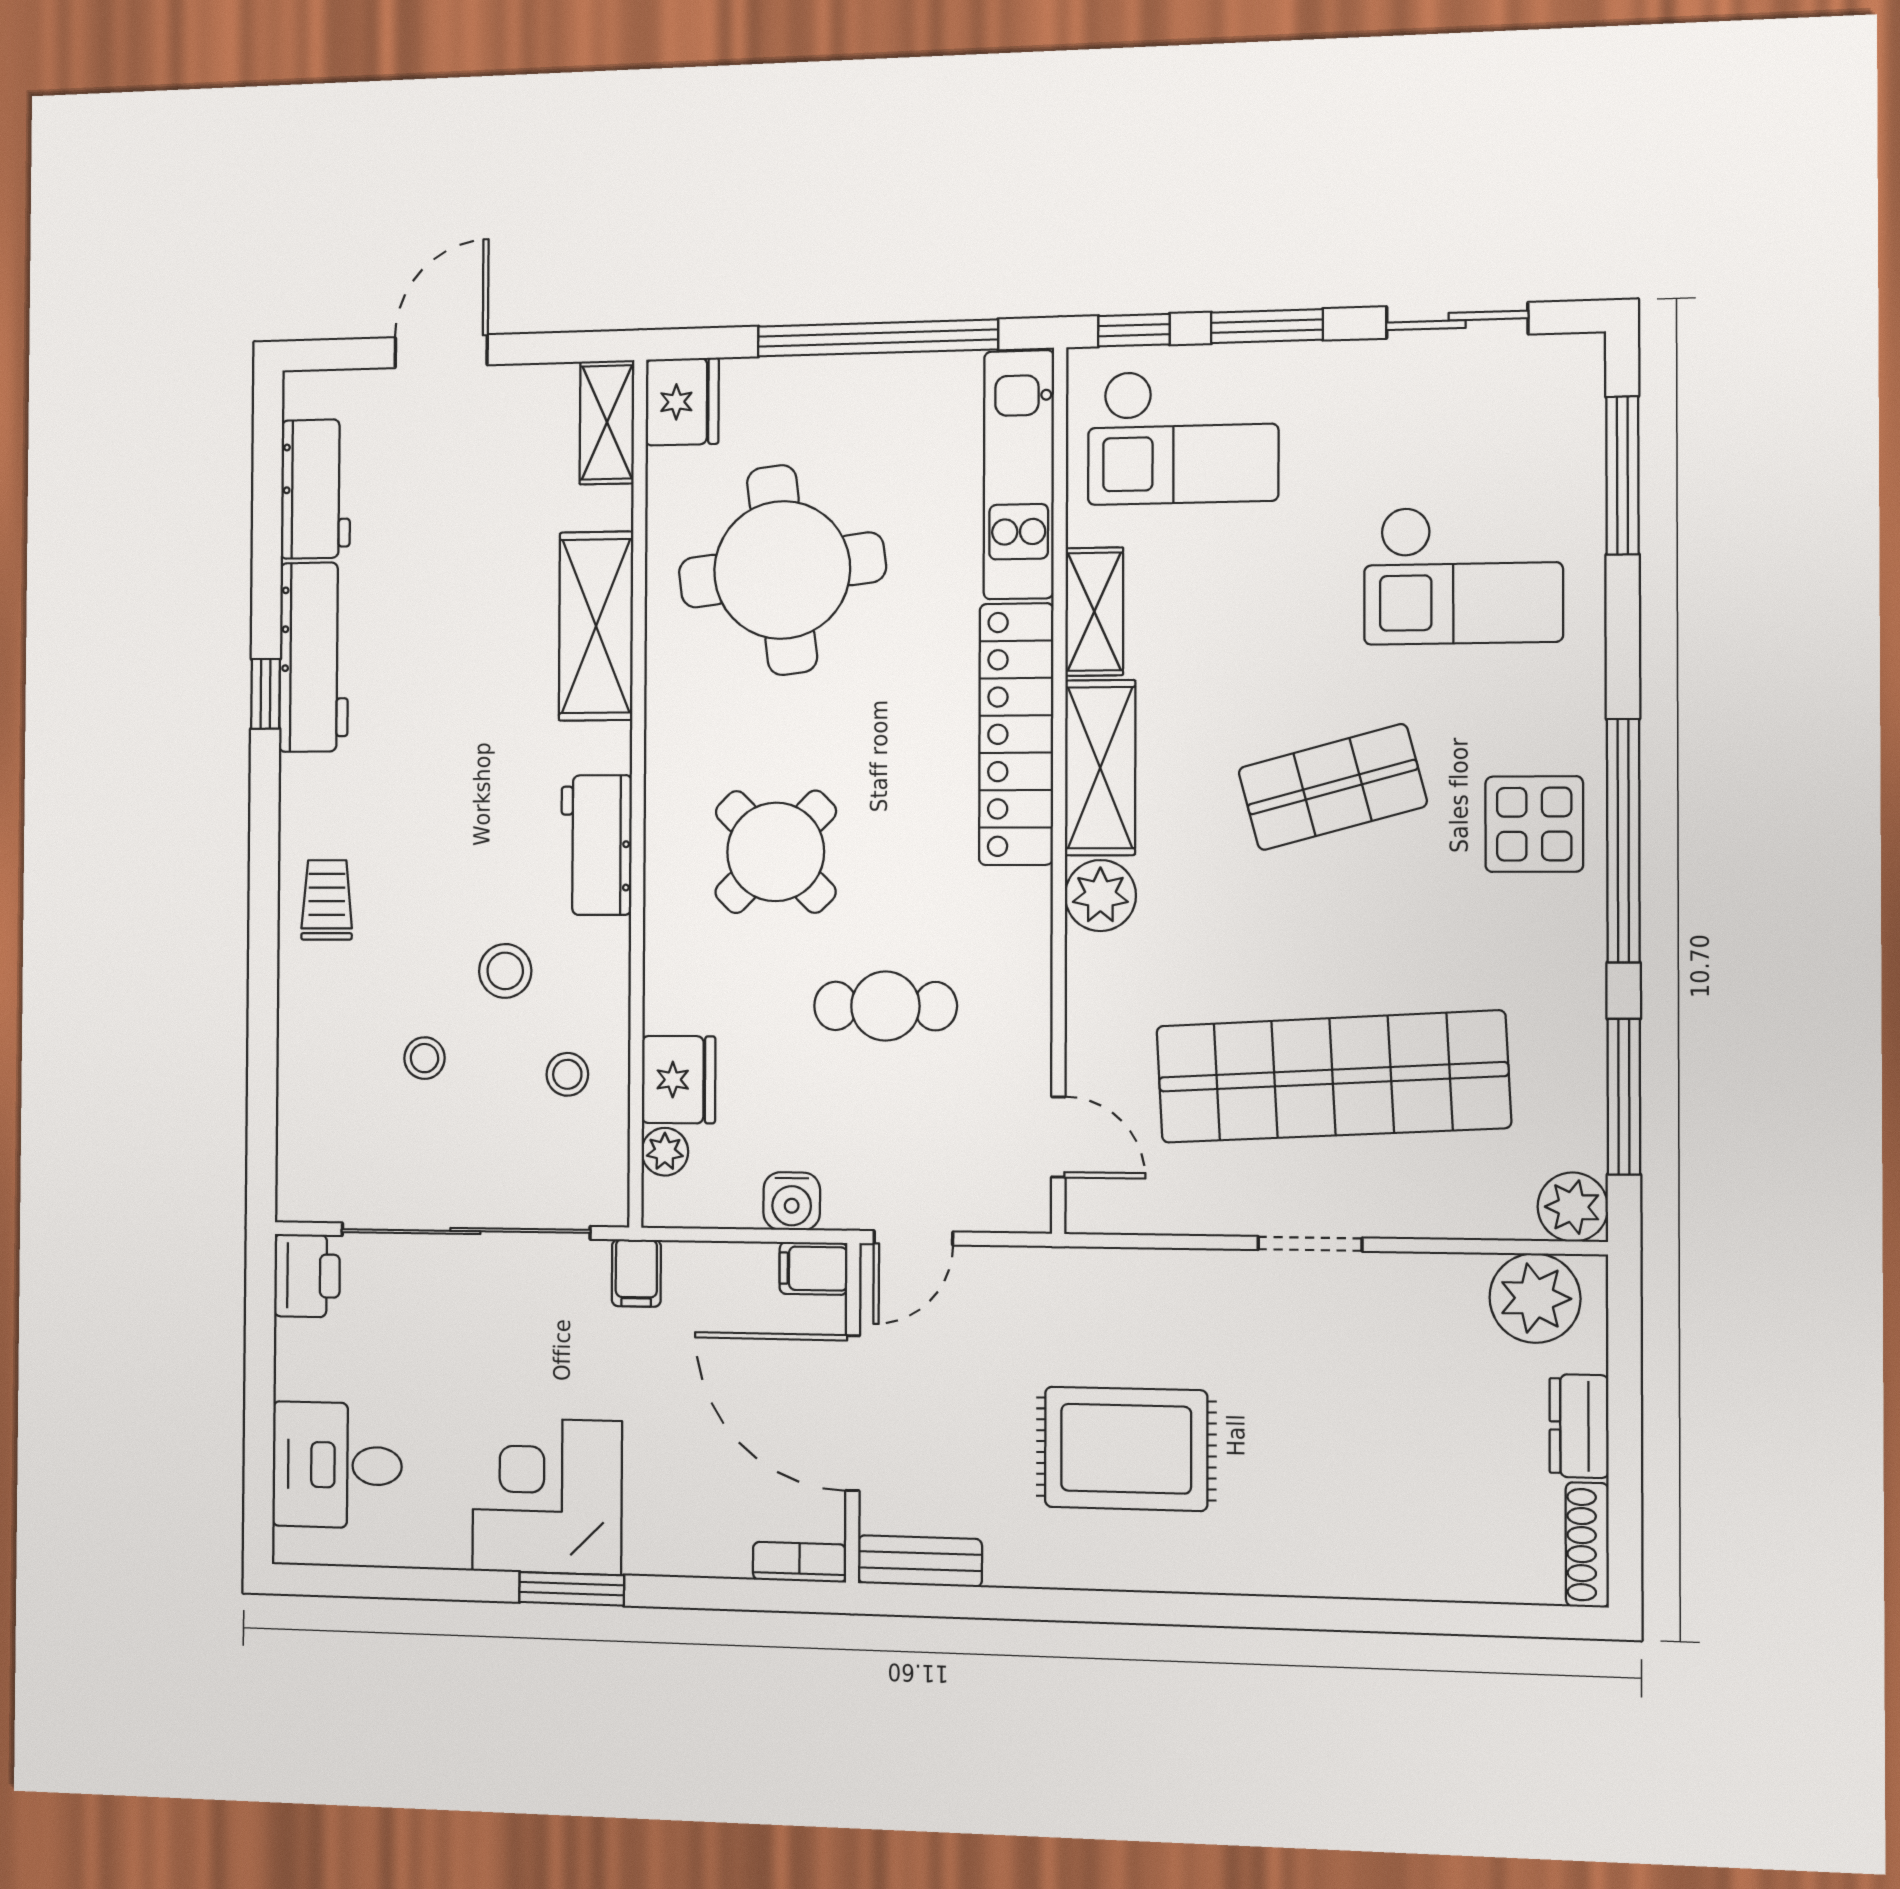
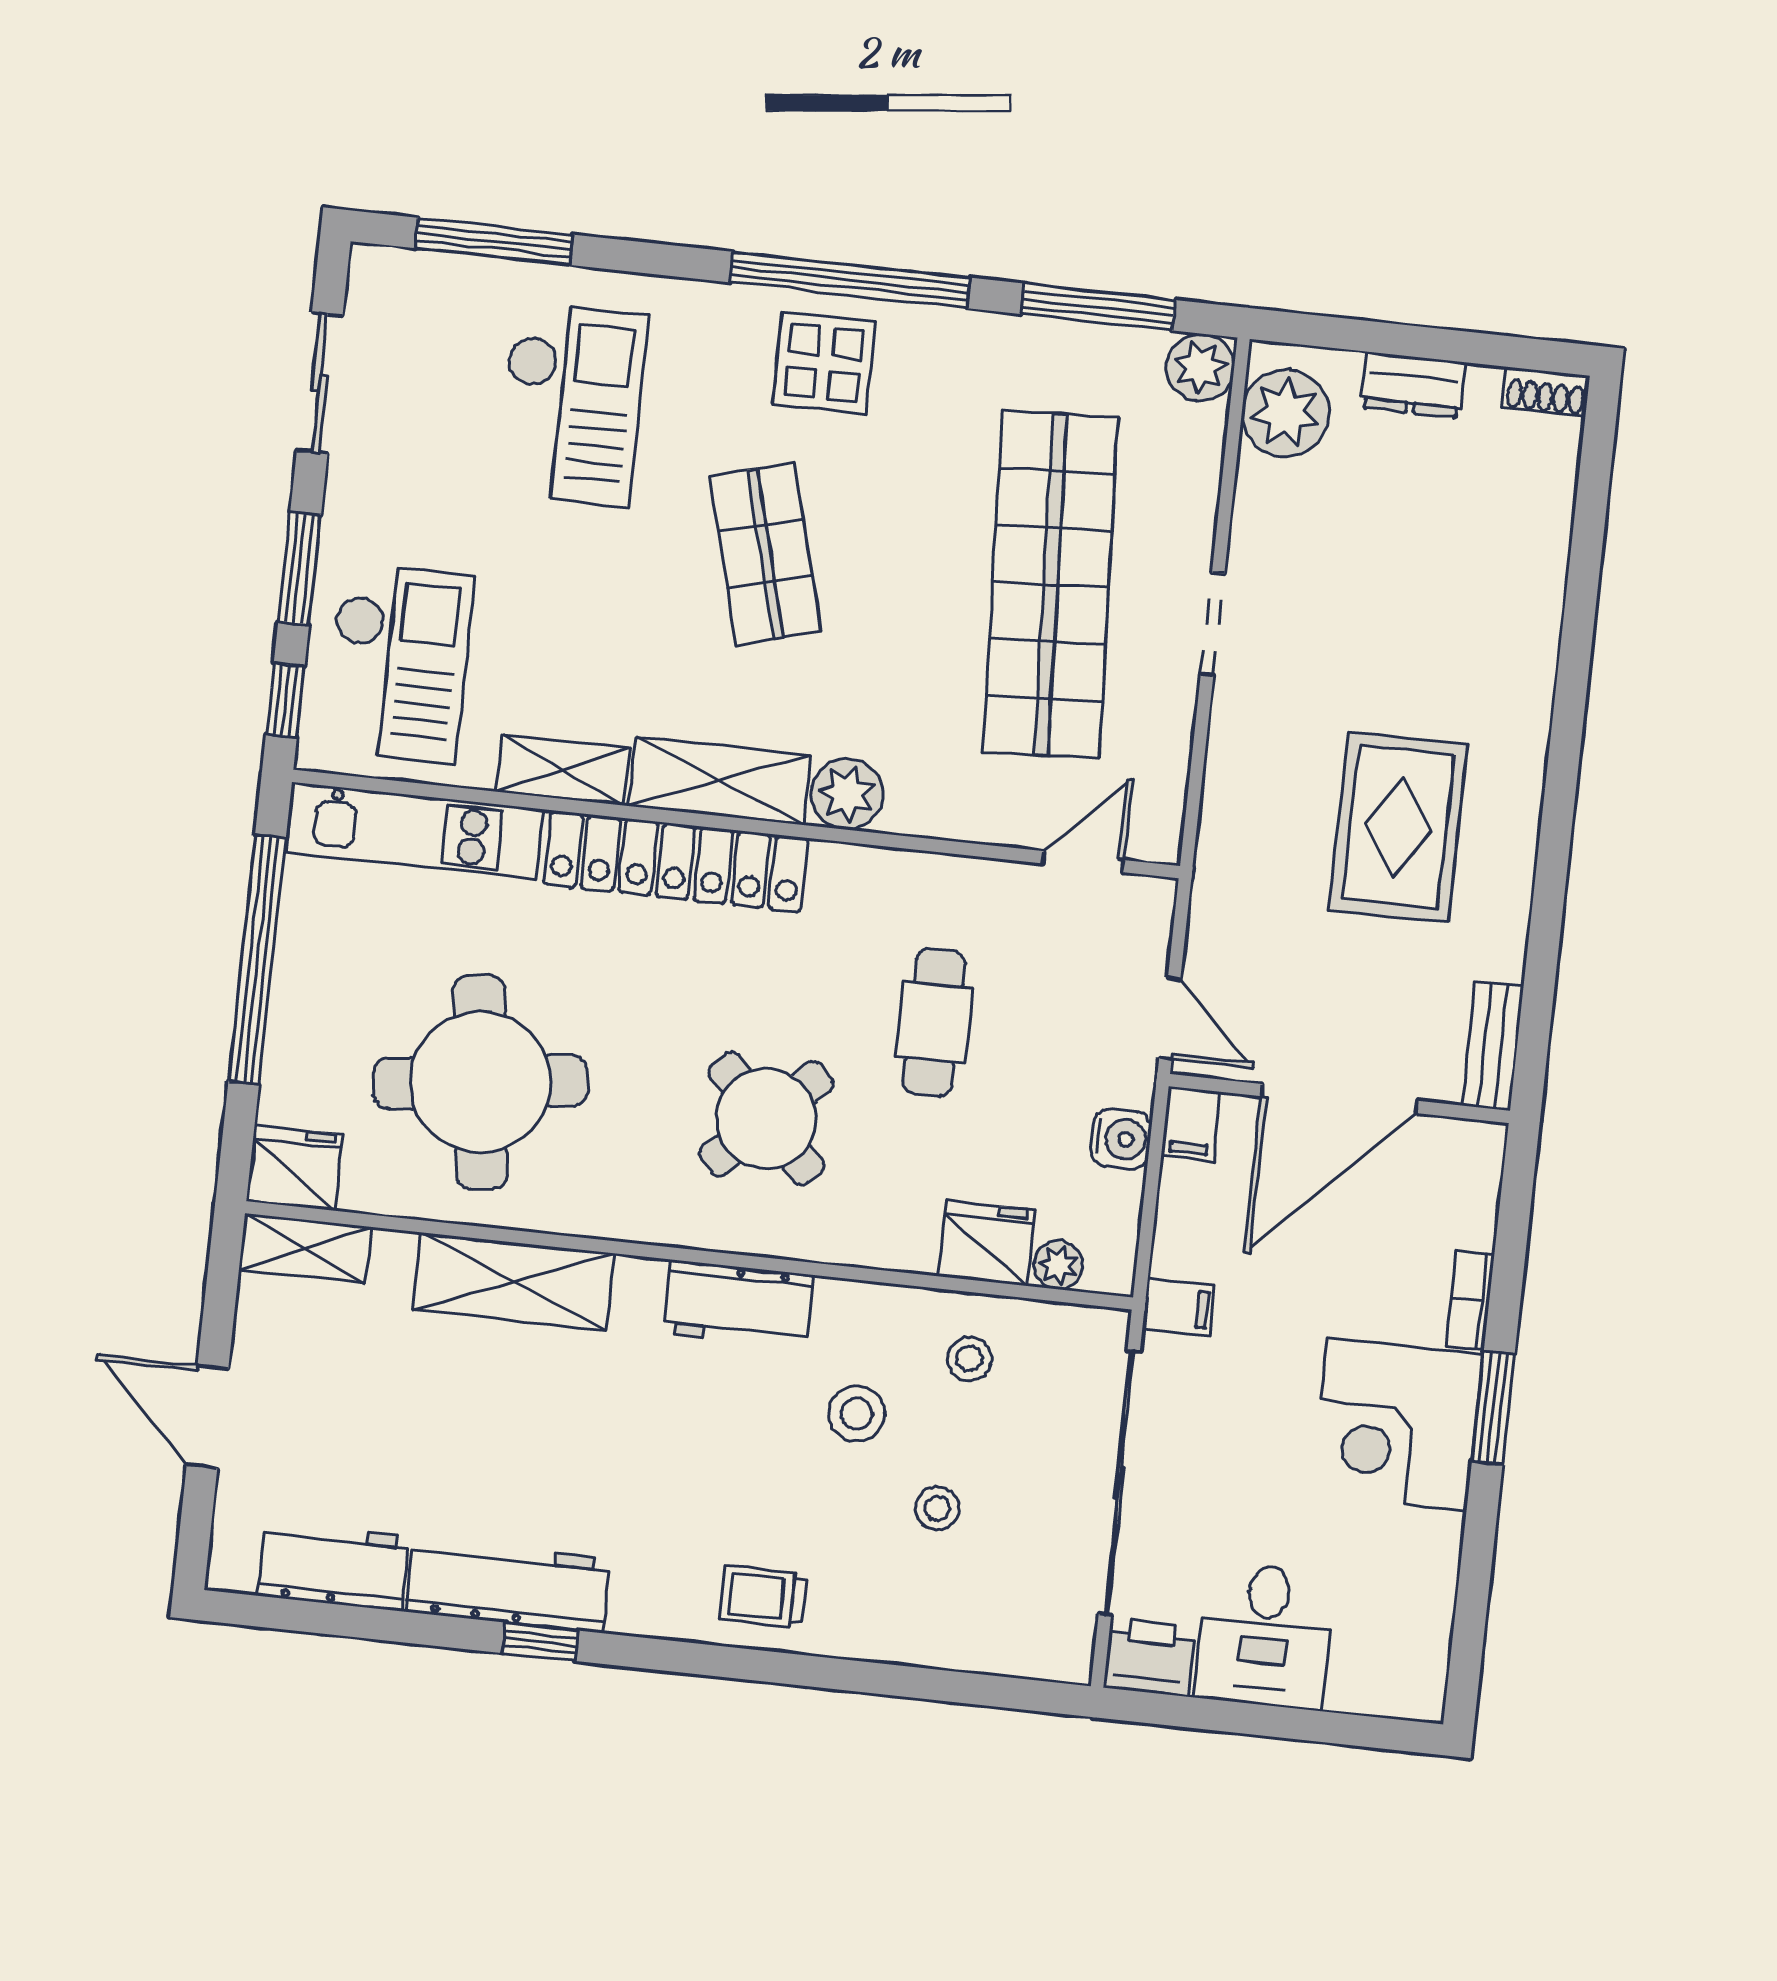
desk: (337, 1465) -> (1265, 1635), moved
shoe rack: (1587, 1545) -> (1546, 392), width x0.70
bookcase: (799, 1562) -> (1470, 1300), moved

